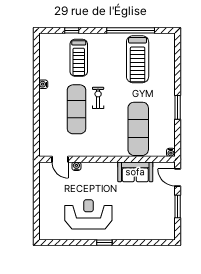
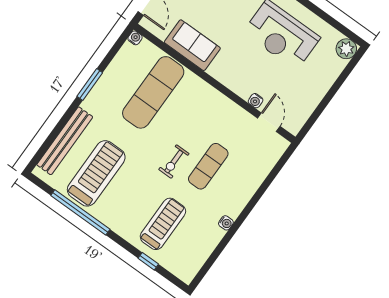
bench: (169, 65) -> (65, 141), added
exercise mat: (77, 109) -> (208, 166), width x0.73, depth x0.69
plant: (46, 233) -> (346, 49), added

